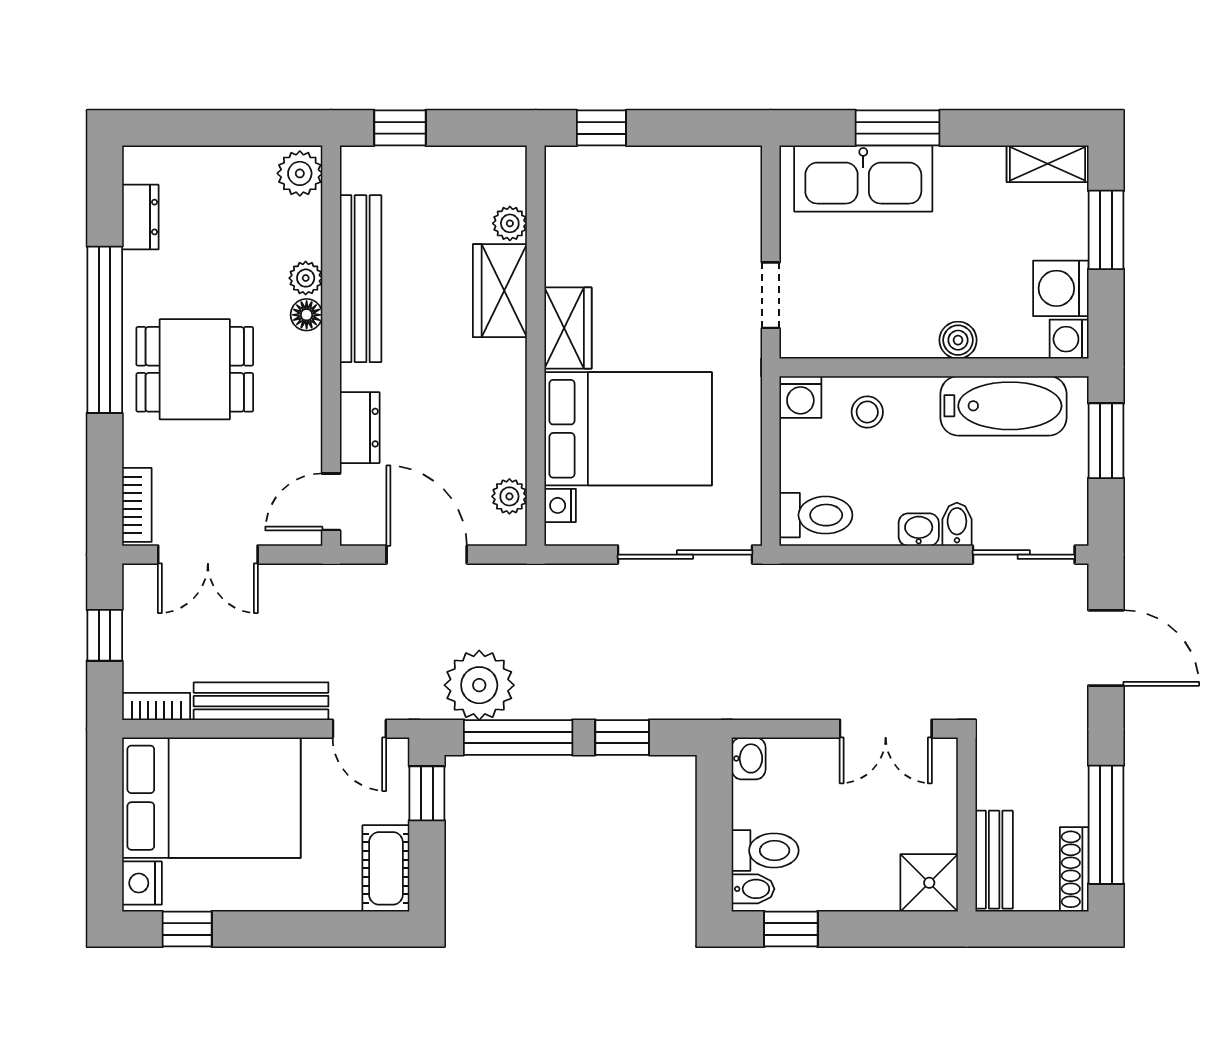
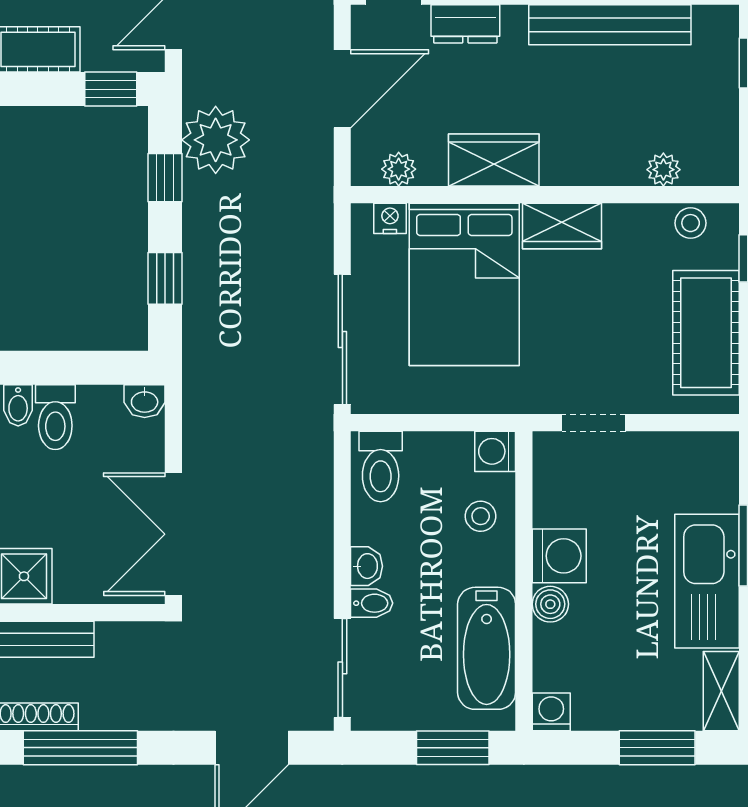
kitchen sink: (863, 178) -> (707, 581), moved
cot: (678, 180) -> (706, 333), added
stool: (565, 195) -> (691, 223), added
washing machine: (1061, 288) -> (559, 556), moved, turned 90
wardrobe: (500, 291) -> (494, 160), moved
double door: (886, 729) -> (173, 534), width x1.37
window: (518, 737) -> (165, 178), width x0.46

